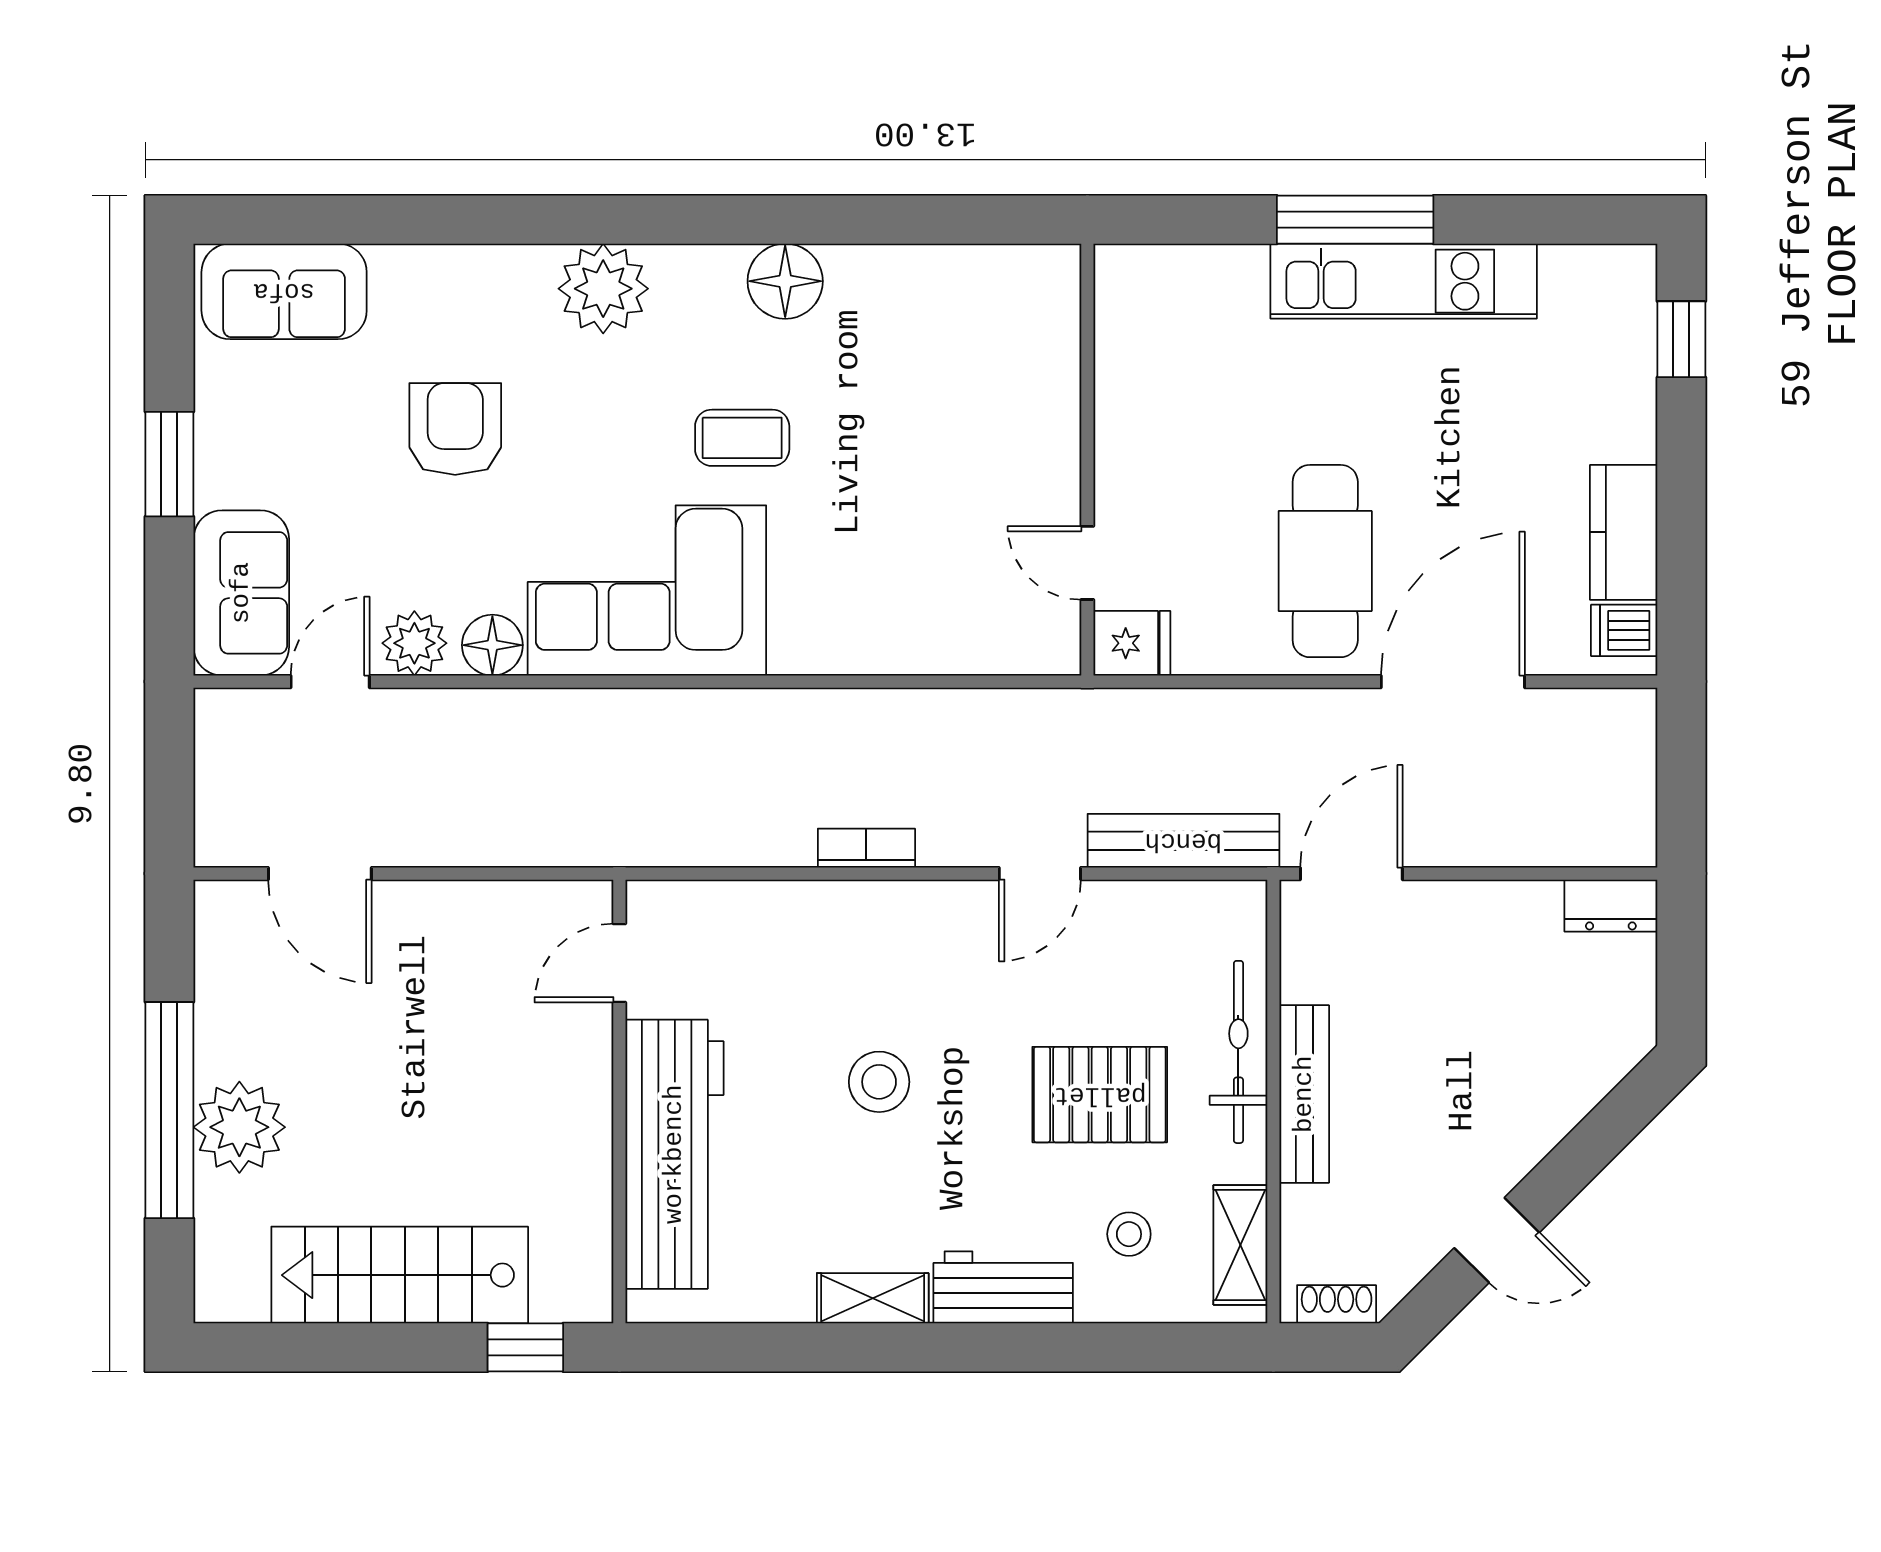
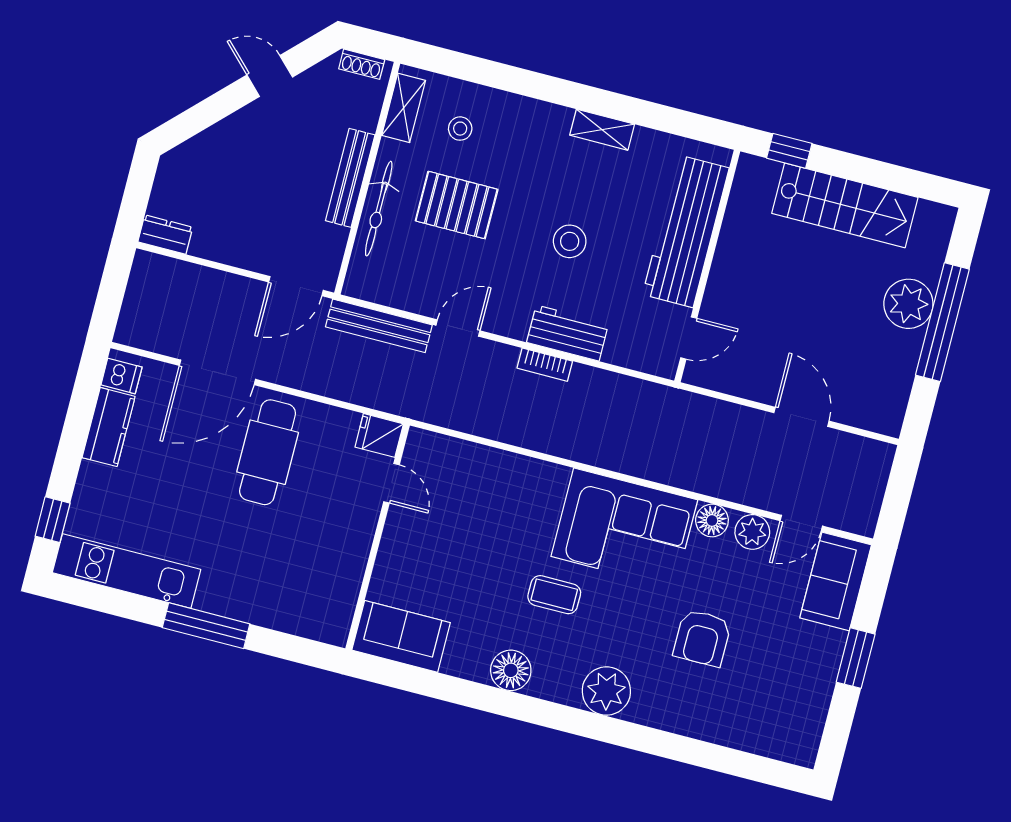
kitchen unit: (1404, 281) -> (127, 571), moved
sofa: (284, 291) -> (401, 636), moved
door: (320, 874) -> (801, 417), moved
workbench: (1003, 1287) -> (568, 333), moved, turned 180

